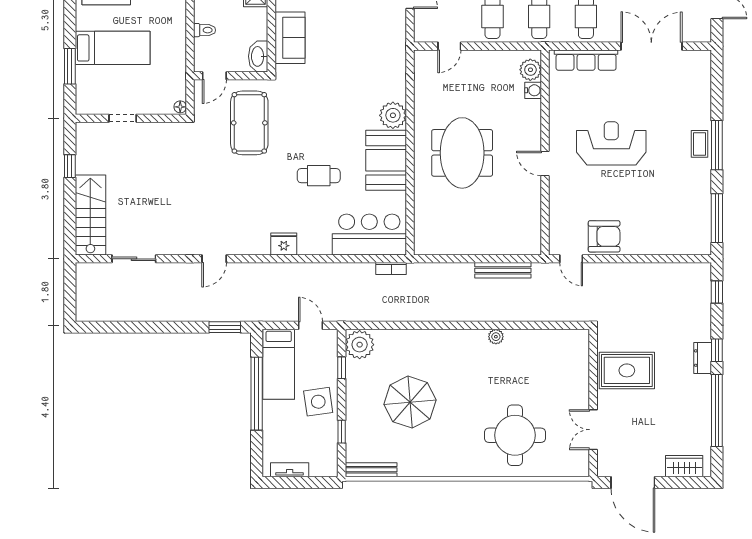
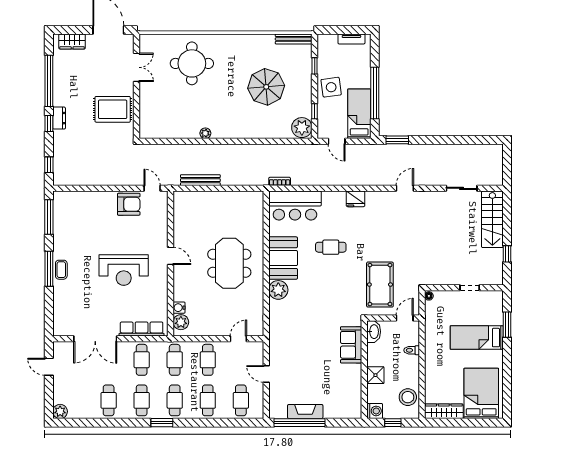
armchair: (604, 236) -> (129, 204), turned 180

